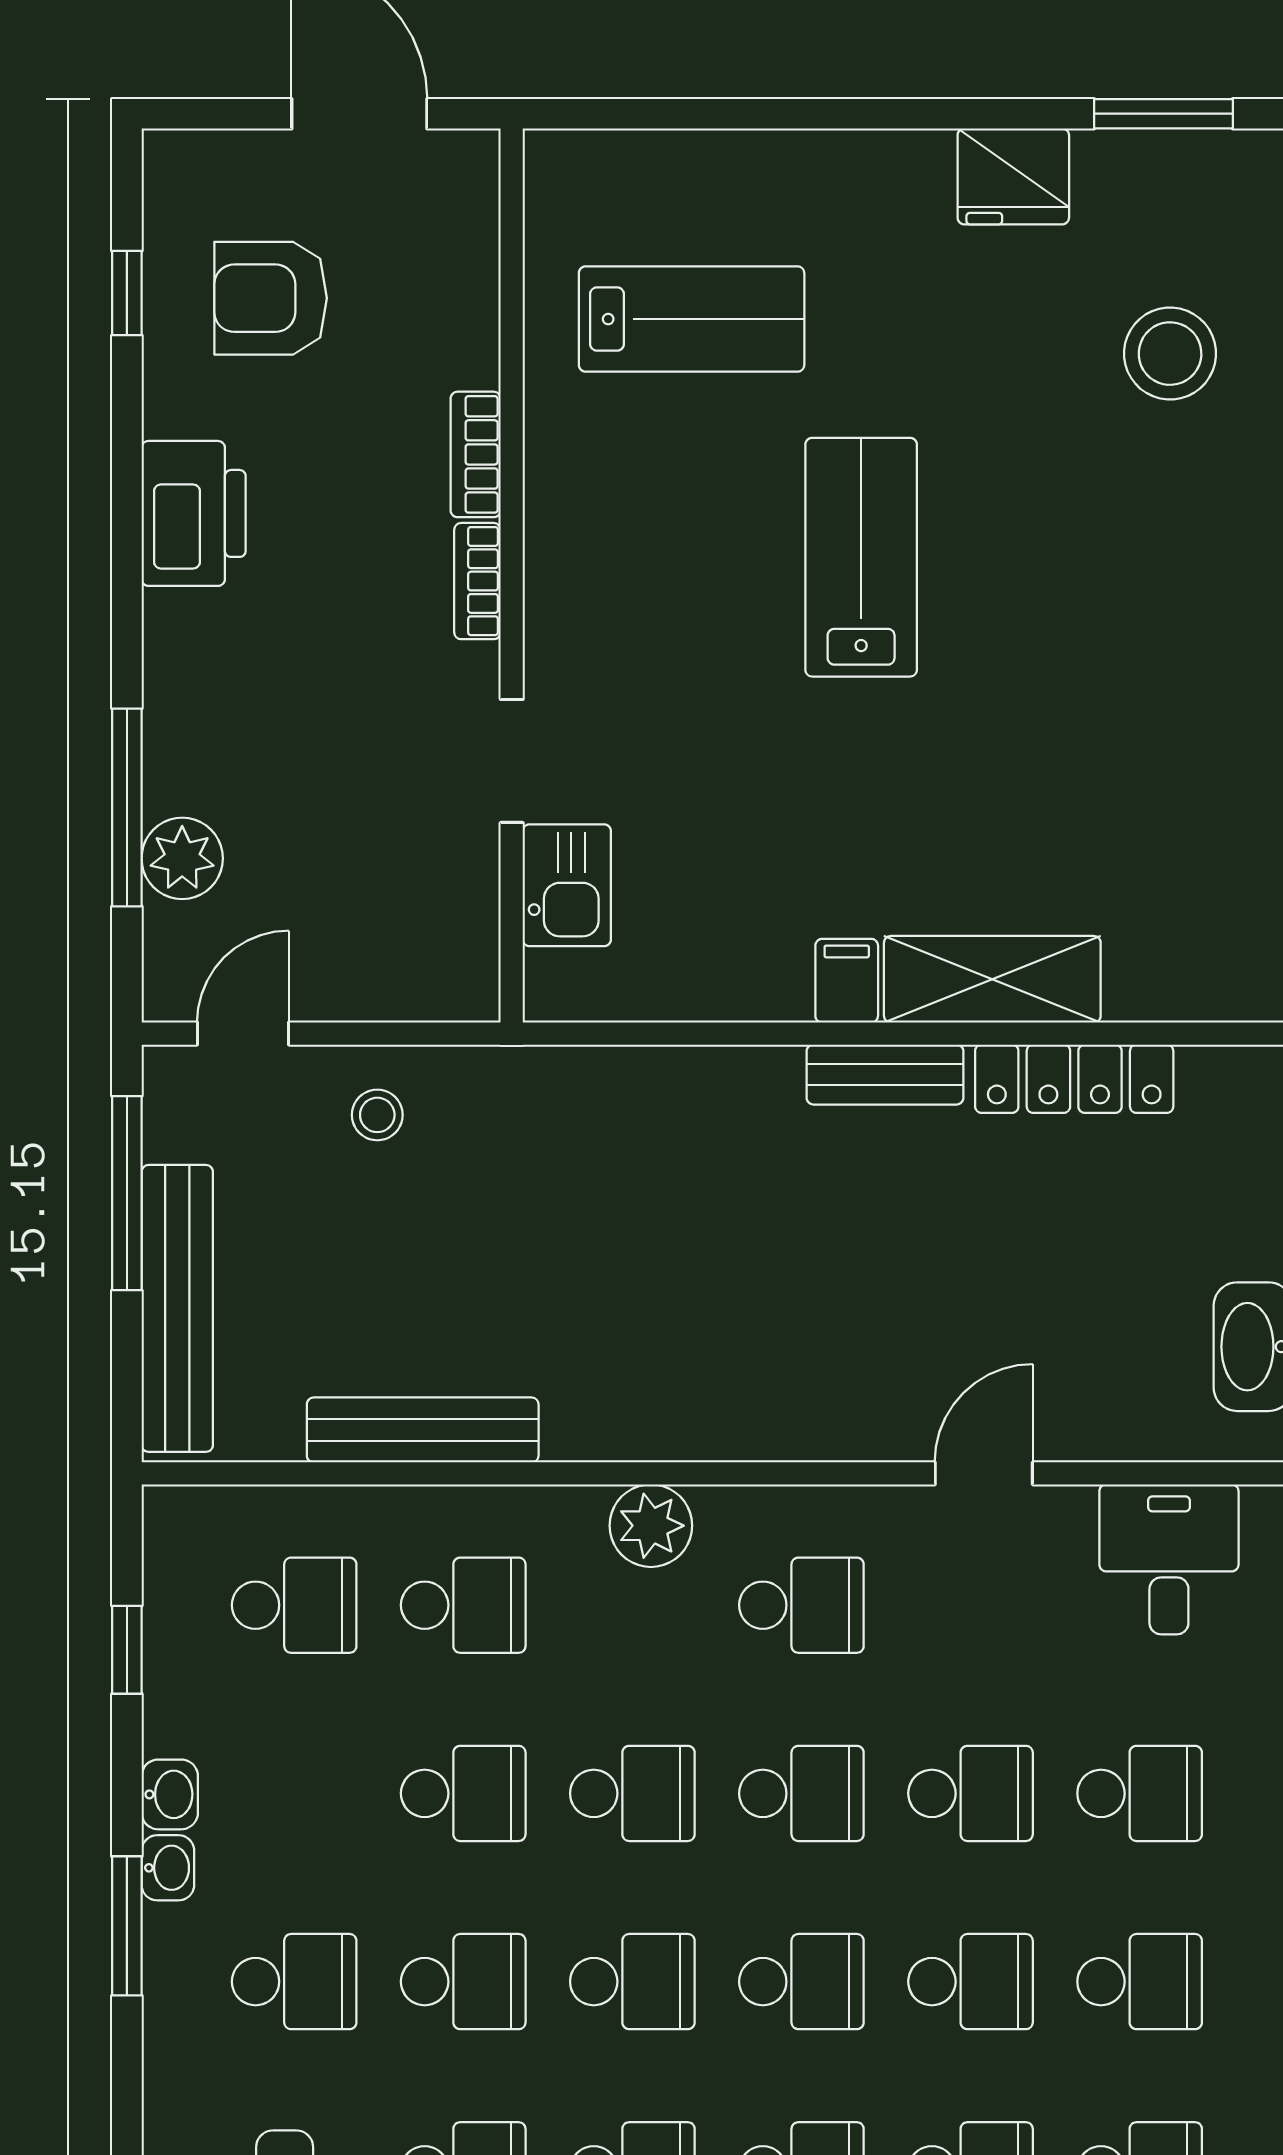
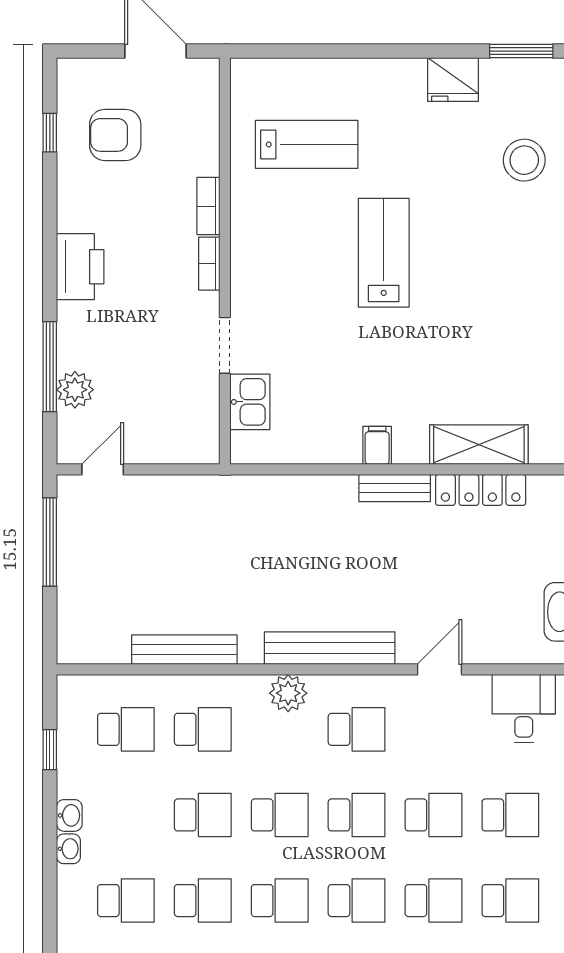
printer: (194, 513) -> (80, 267), moved
shelving: (992, 979) -> (479, 445), moved
stool: (377, 1115) -> (164, 506), removed
bench: (177, 1308) -> (330, 648), moved, turned 90
window: (127, 1926) -> (50, 875), removed

